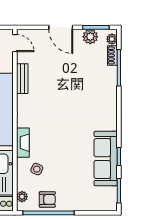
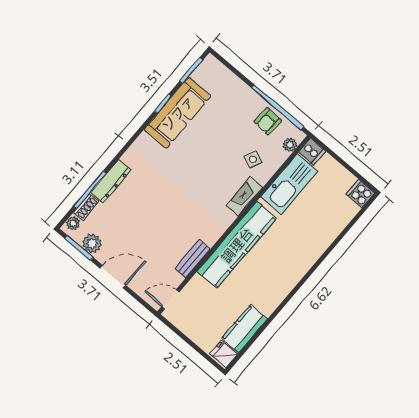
door: (61, 27) -> (113, 277), hinge flipped
door: (15, 43) -> (170, 299), hinge flipped
dresser: (111, 83) -> (111, 181), added
armchair: (47, 199) -> (268, 121), turned -87

